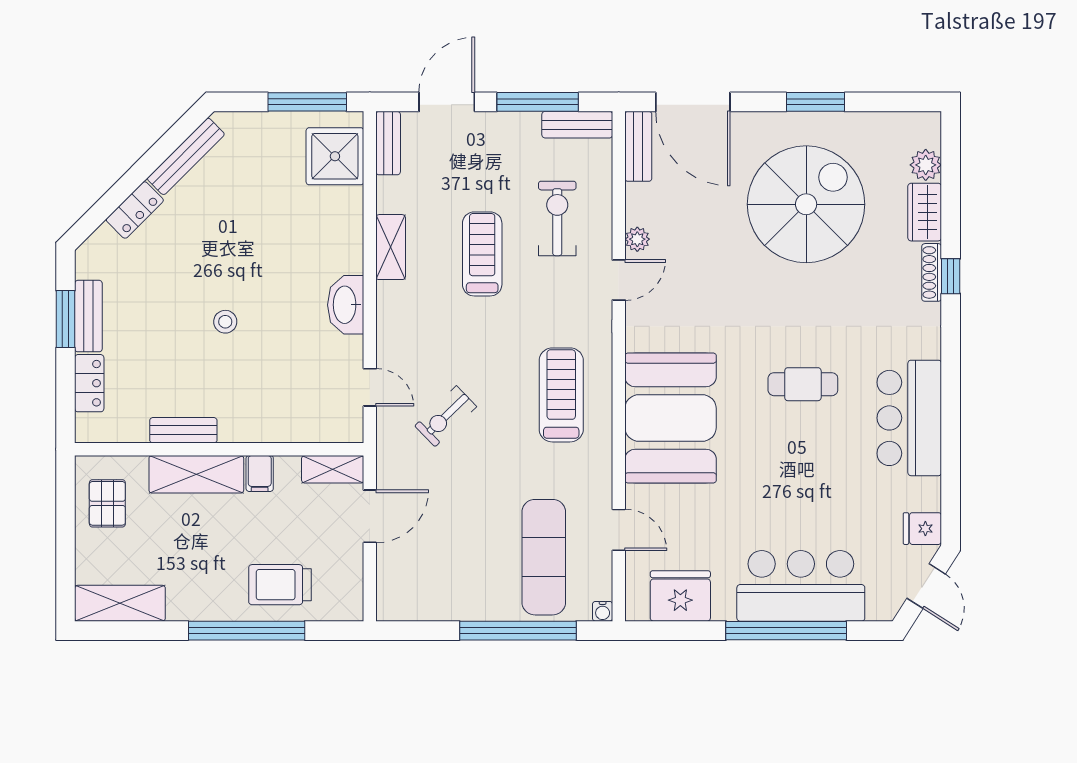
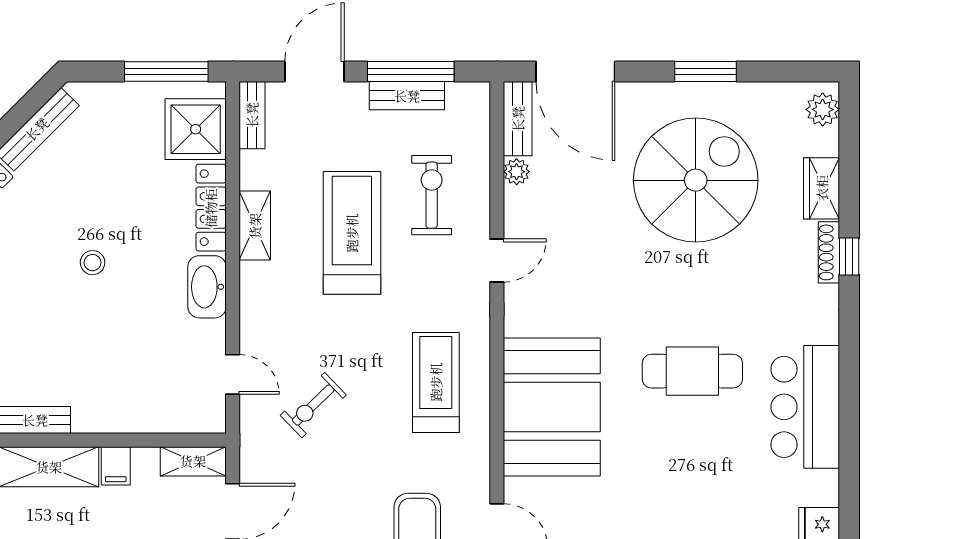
bench: (577, 125) -> (407, 96), moved
plant: (926, 165) -> (823, 109), moved
locker: (349, 230) -> (211, 208), added
plant: (637, 239) -> (517, 172), moved
treadmill: (482, 254) -> (352, 233), width x1.37, depth x1.38
stool: (225, 322) -> (93, 263), moved
cafe table: (803, 384) -> (692, 371), width x1.37, depth x1.35

